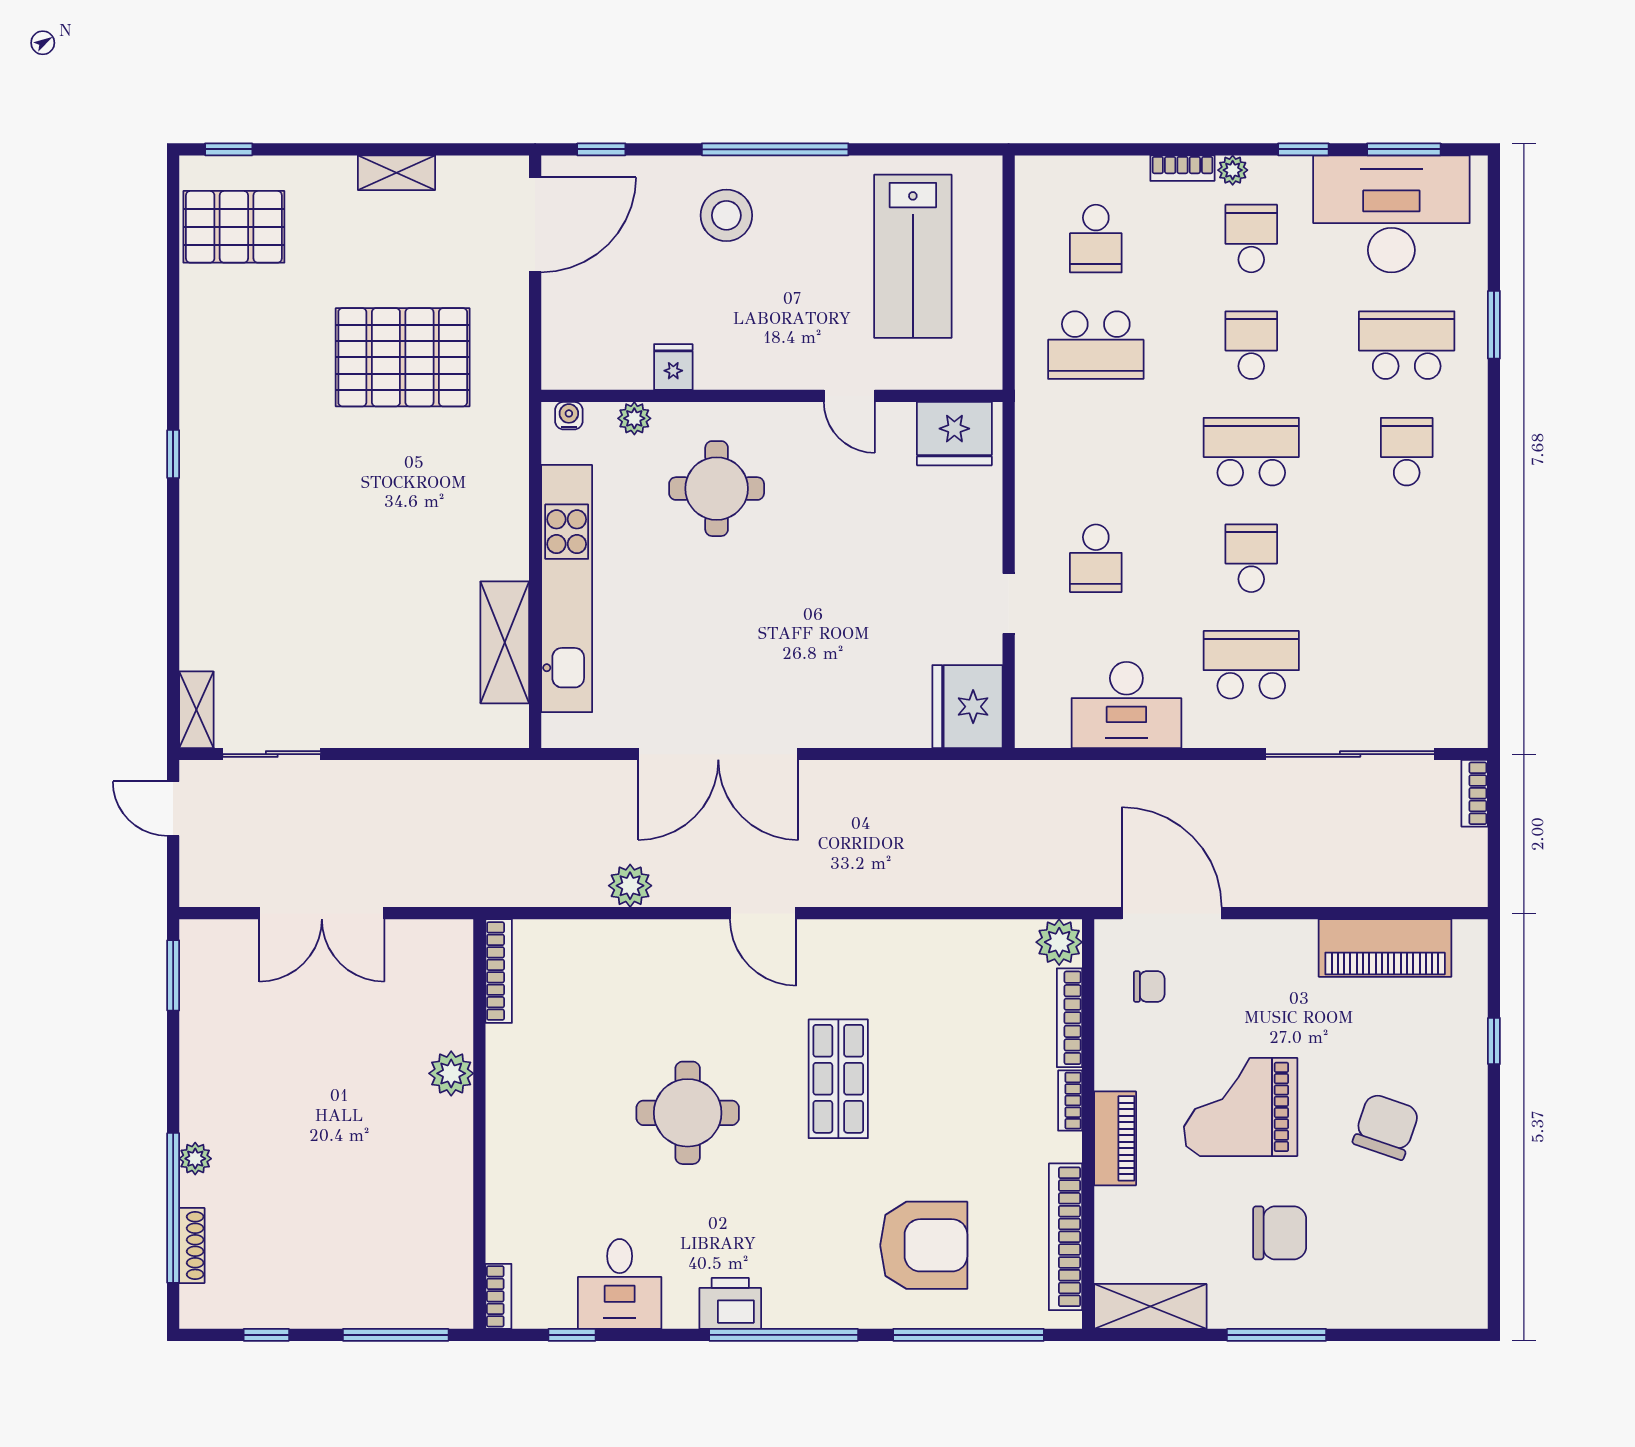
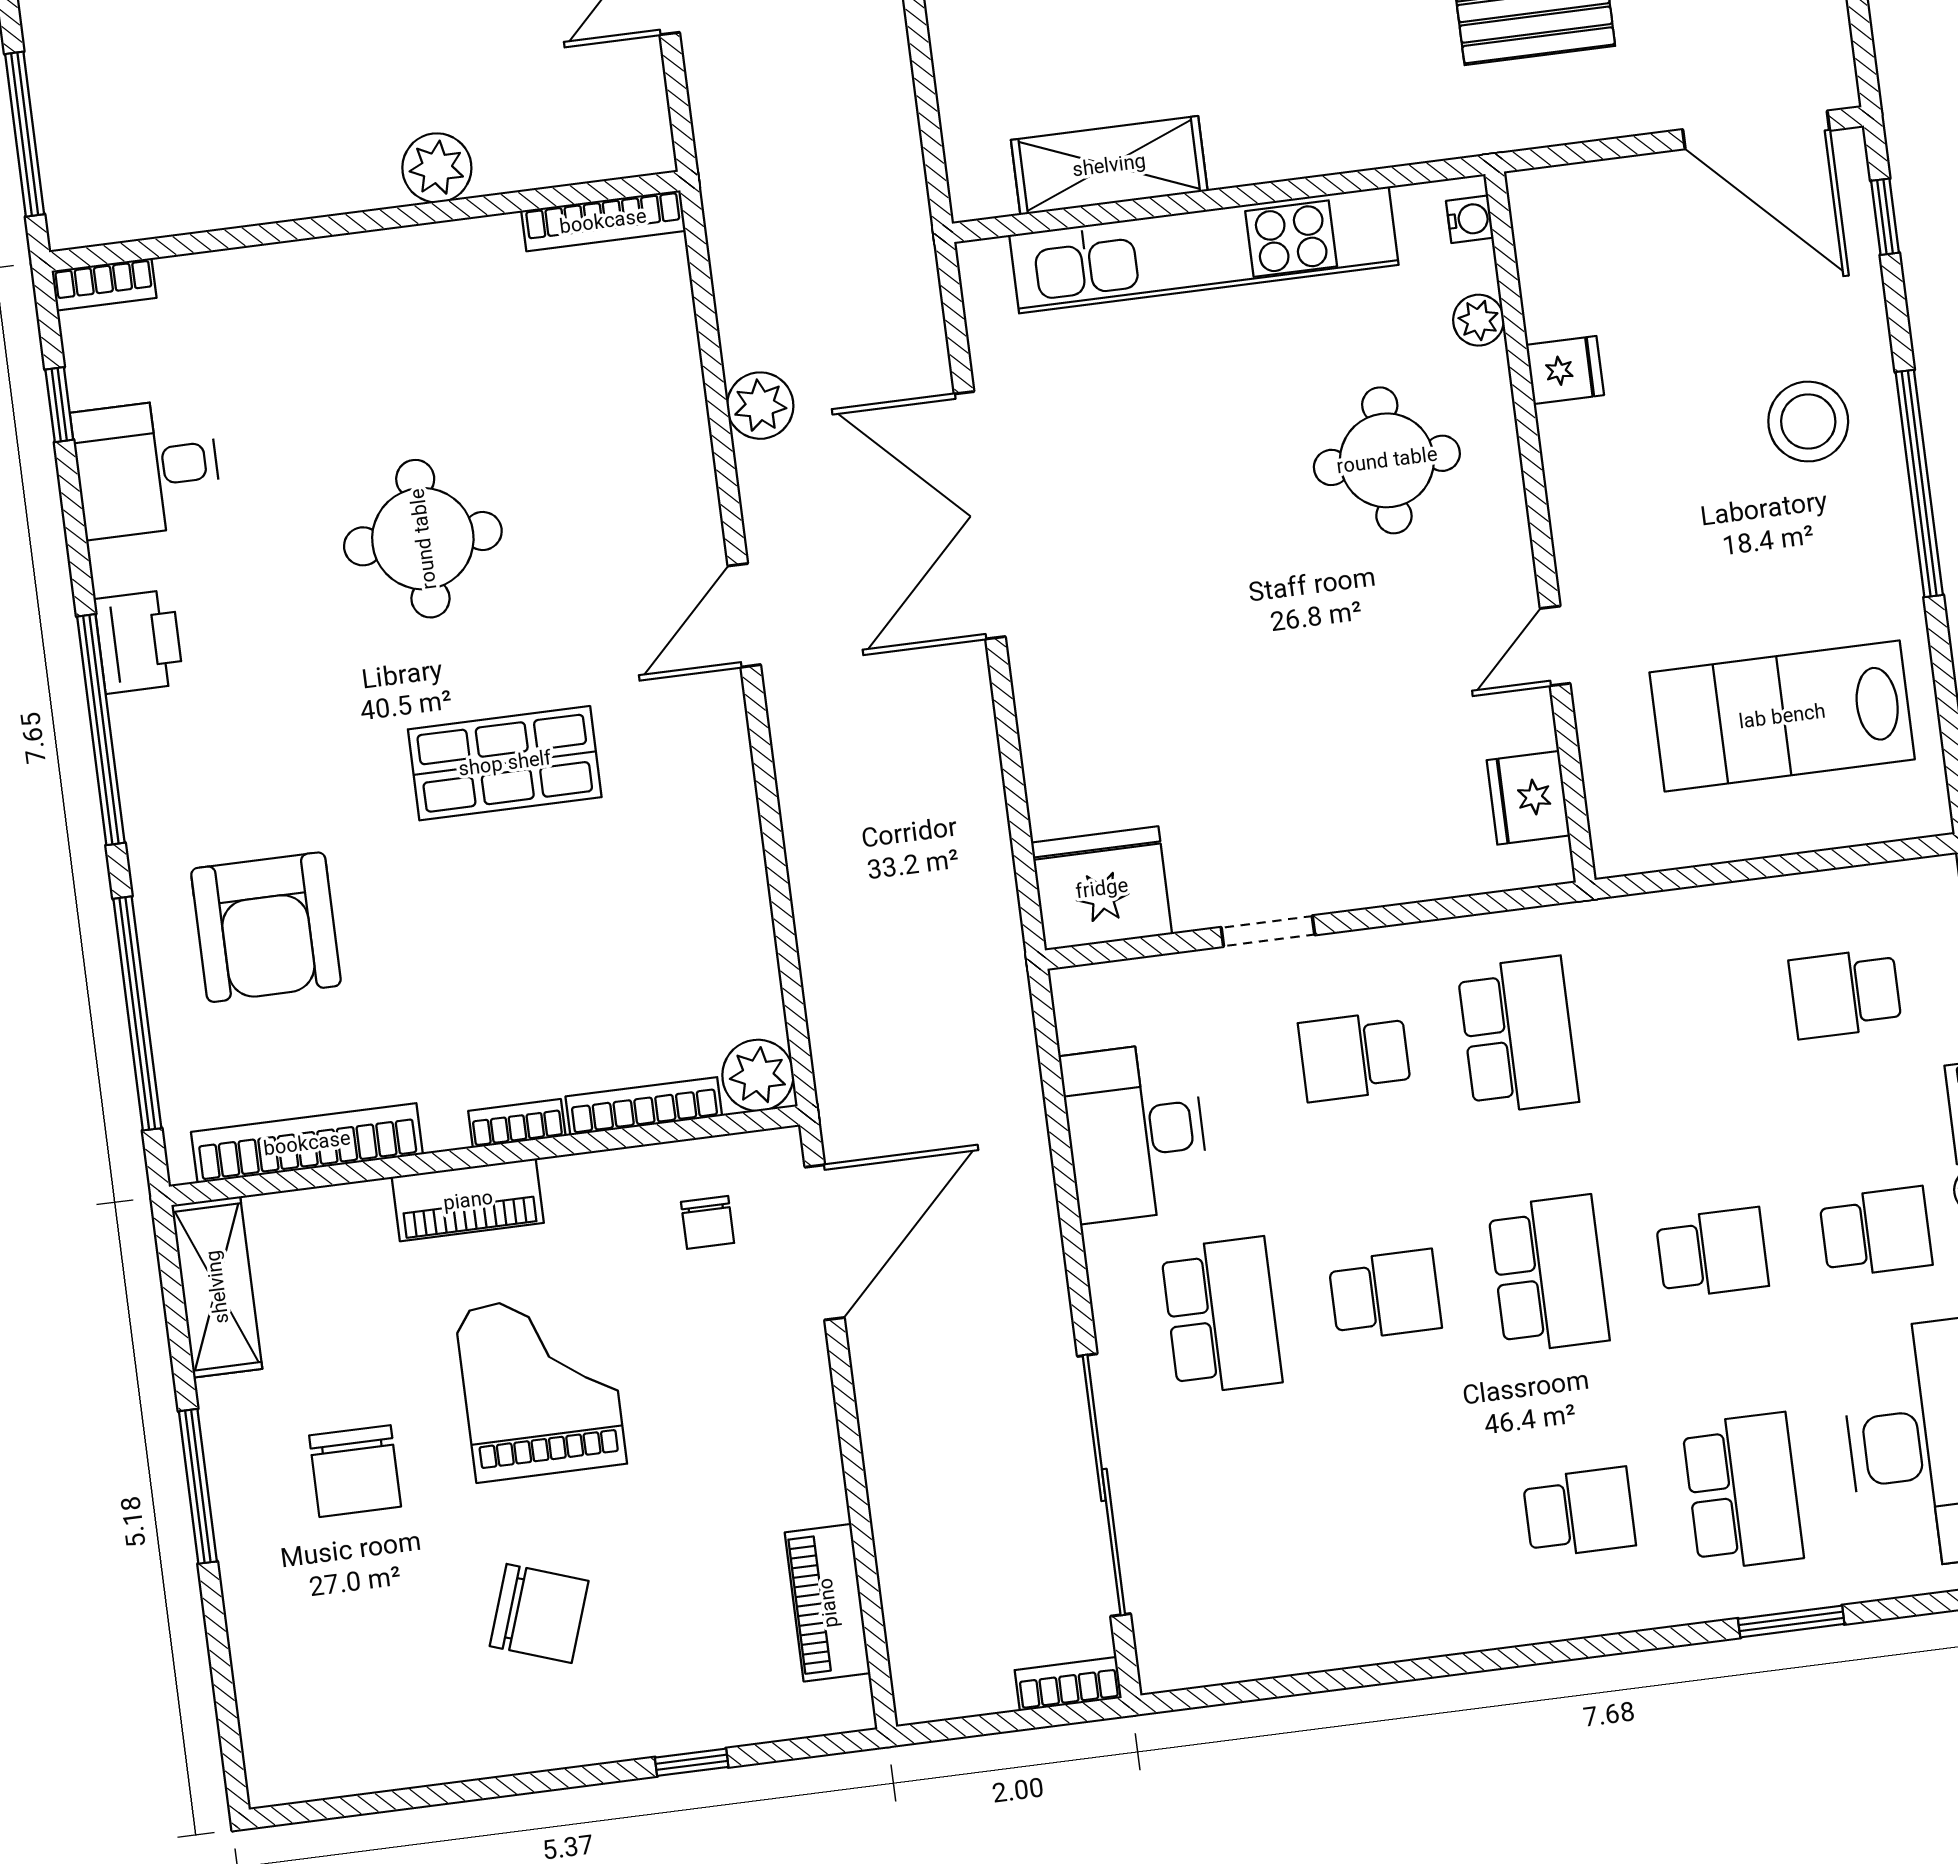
school desk: (1096, 345) -> (1518, 1035), moved, turned 180
fridge: (954, 434) -> (1528, 798), width x0.73, depth x0.75
piano: (1385, 948) -> (828, 1603), width x0.73, depth x0.75

